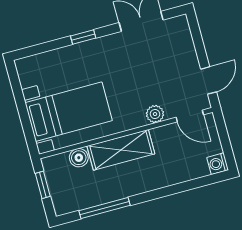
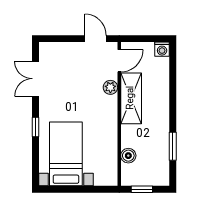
bed with nightstands: (69, 112) -> (66, 154), moved
shelving: (121, 150) -> (131, 98), moved
window: (105, 208) -> (173, 146), width x0.69

